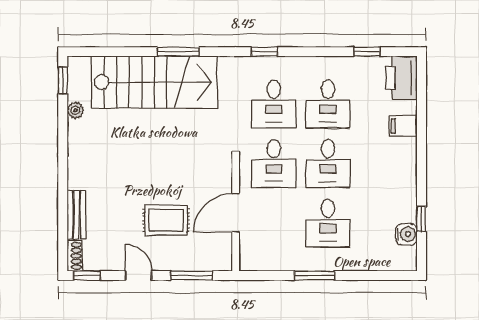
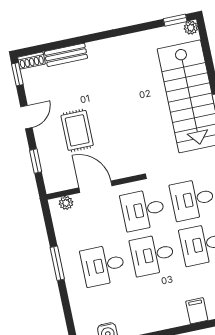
plant: (75, 110) -> (191, 28), moved
plant: (247, 251) -> (66, 203), added
window: (191, 275) -> (36, 161), width x0.67

